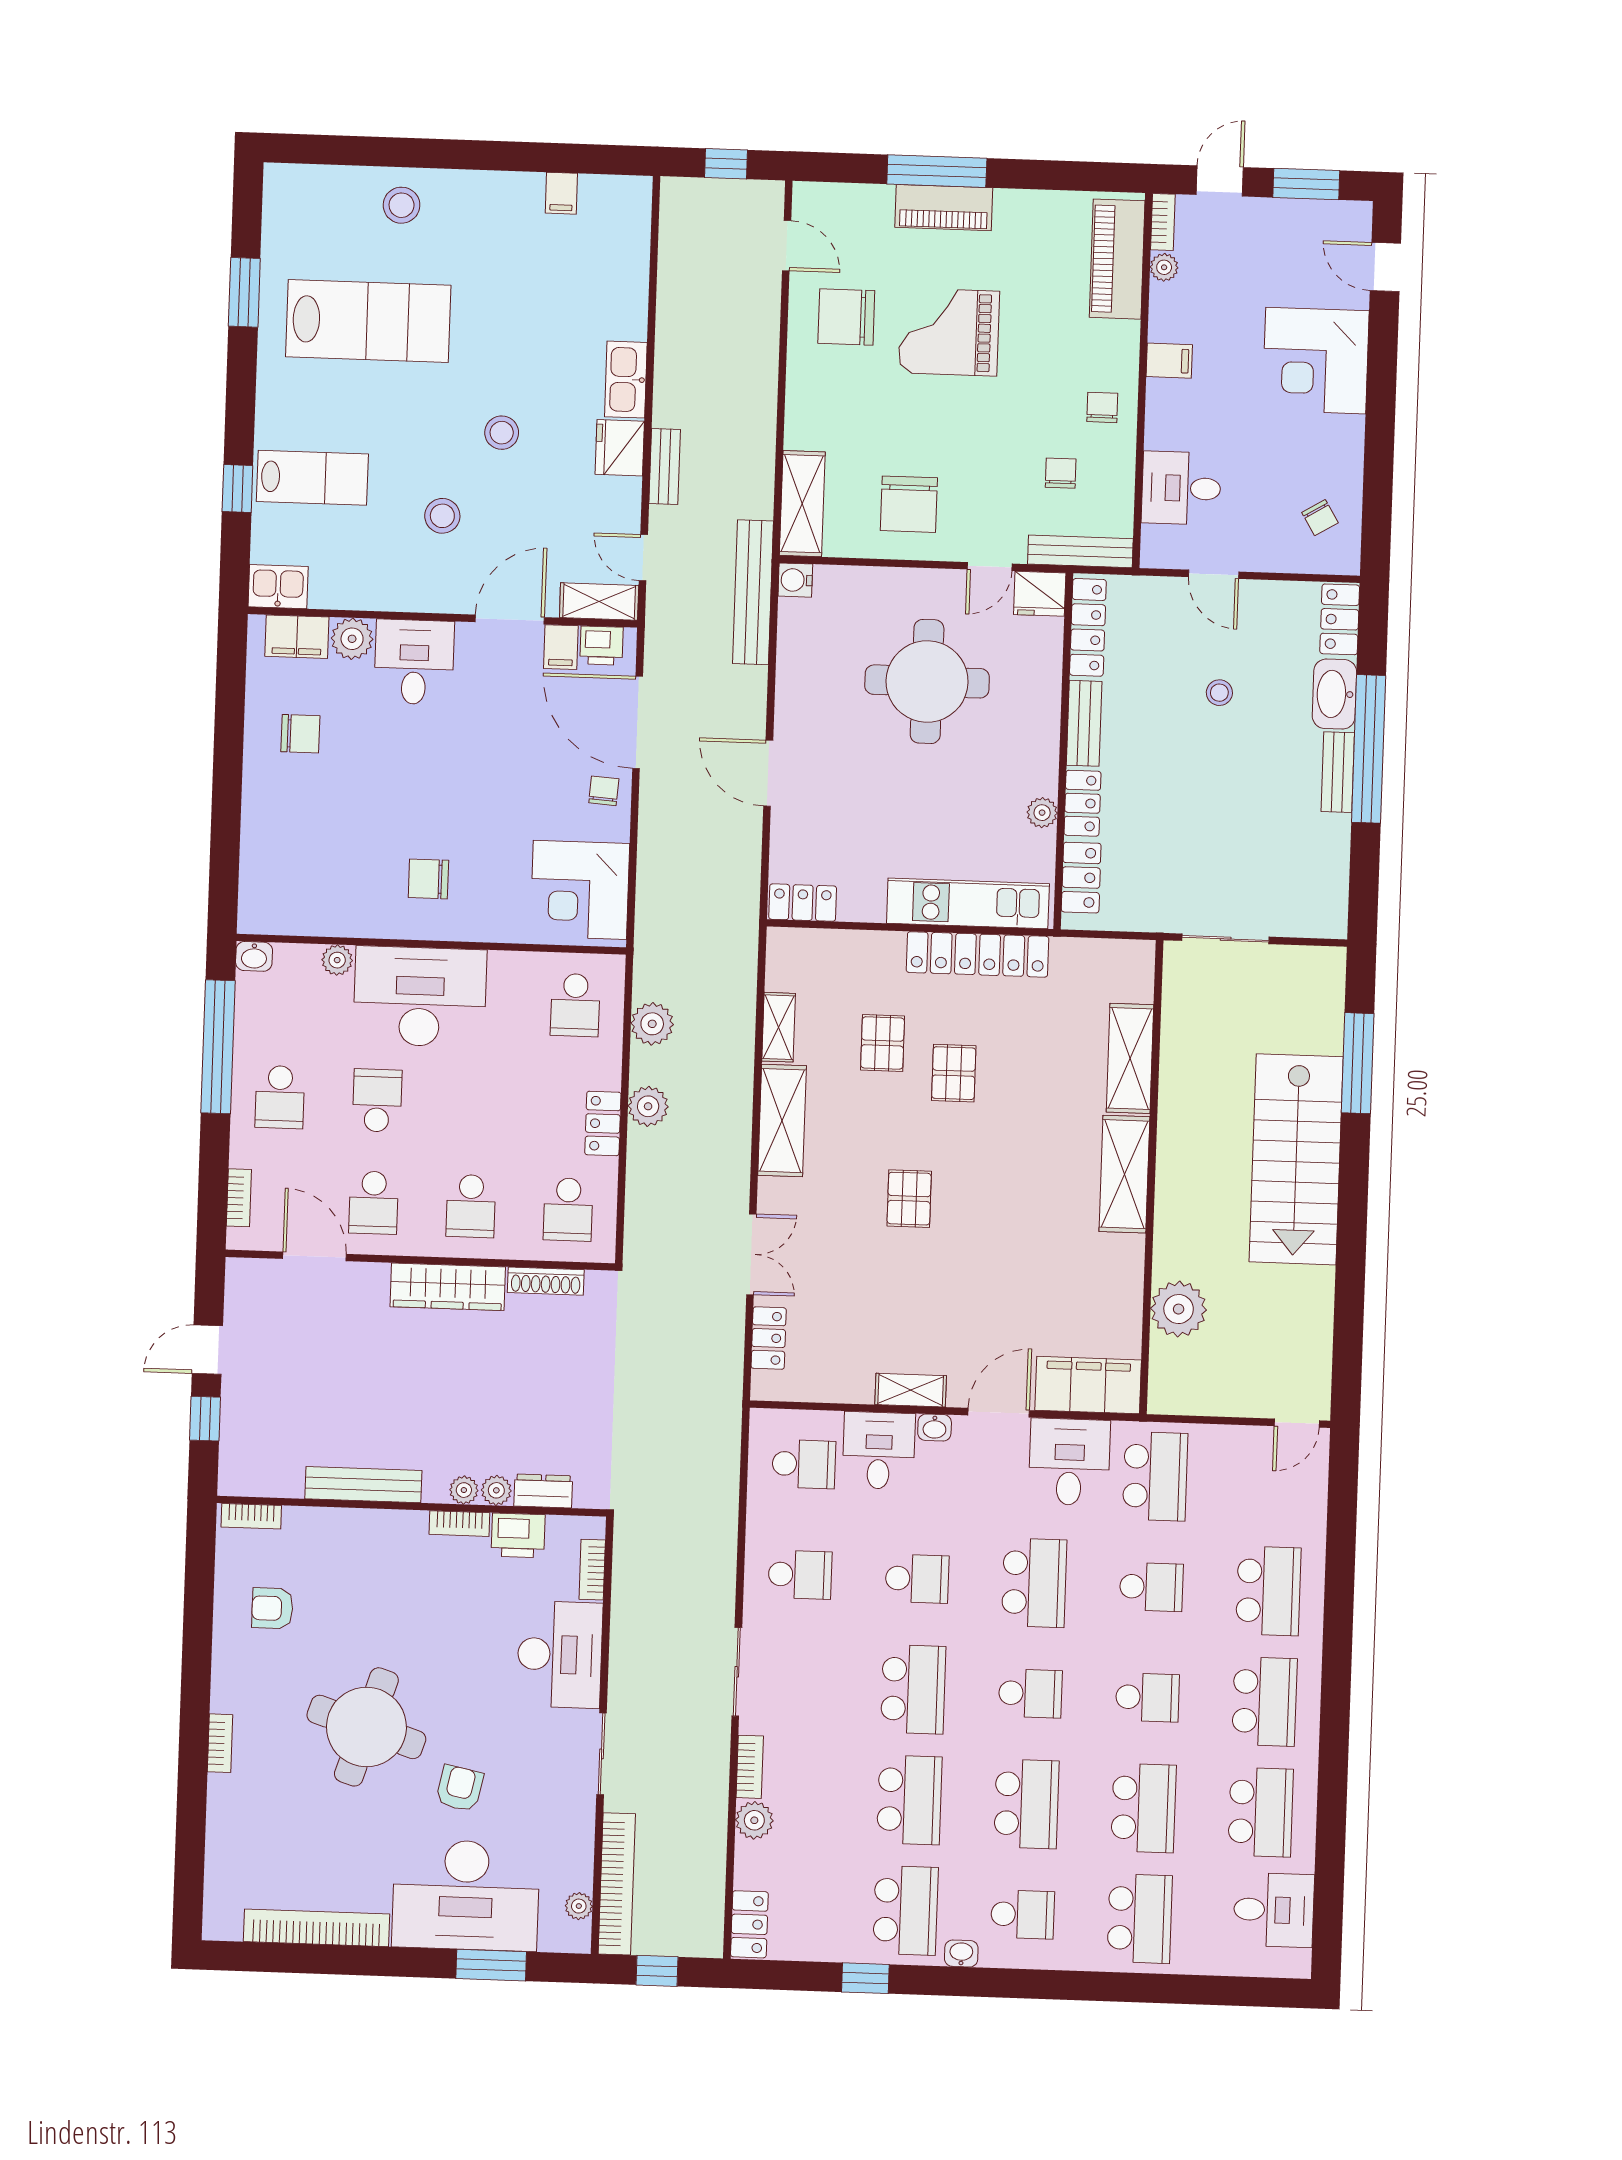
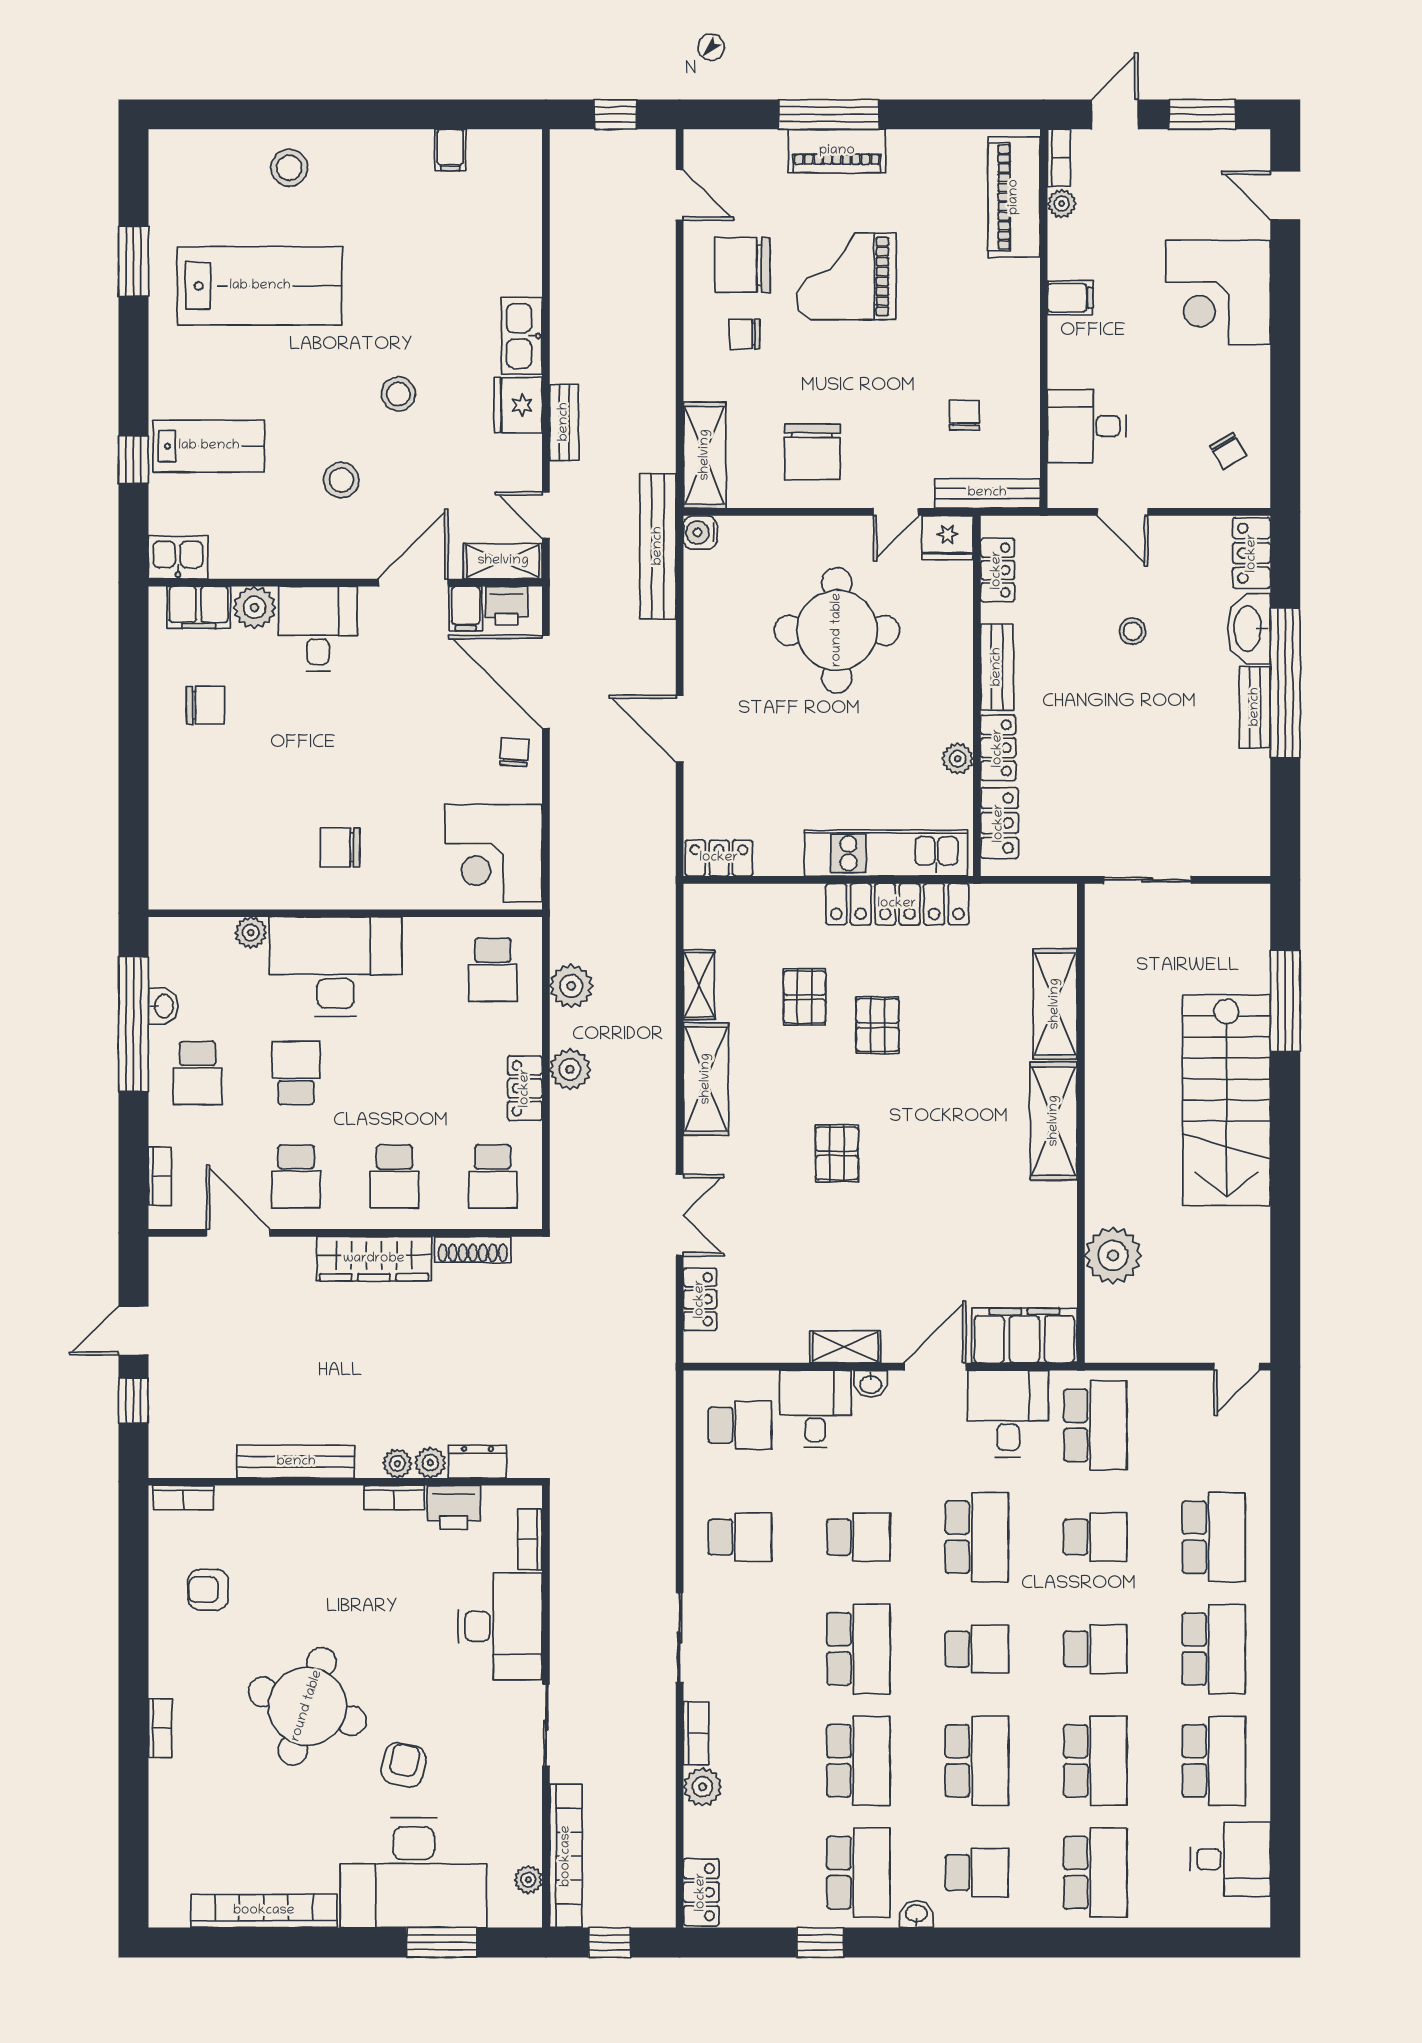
chair: (1102, 407) -> (744, 334), moved, turned -90
locker: (1088, 627) -> (997, 570), width x0.66
washbasin: (254, 956) -> (163, 1006), moved, turned -90

